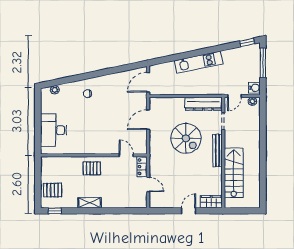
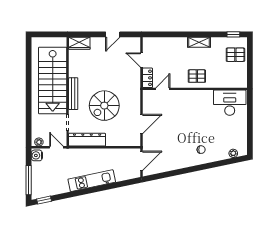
door: (234, 96) -> (56, 147), hinge flipped
desk: (54, 130) -> (230, 103), moved, turned -90
spiral stairs: (186, 138) -> (104, 106), turned -90
door: (126, 155) -> (163, 89), swing flipped
stairs: (234, 173) -> (53, 81), width x1.36, depth x1.51
door: (189, 211) -> (113, 34), moved

